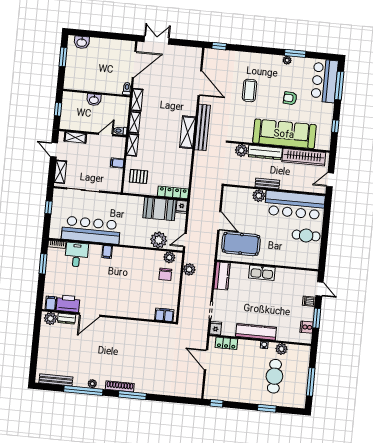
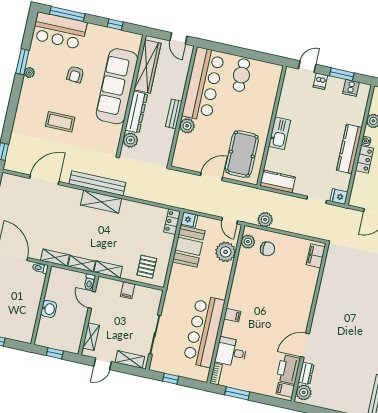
locker: (173, 192) -> (172, 222), width x0.66
door: (90, 315) -> (305, 345), swing flipped
locker: (226, 343) -> (364, 159), moved

